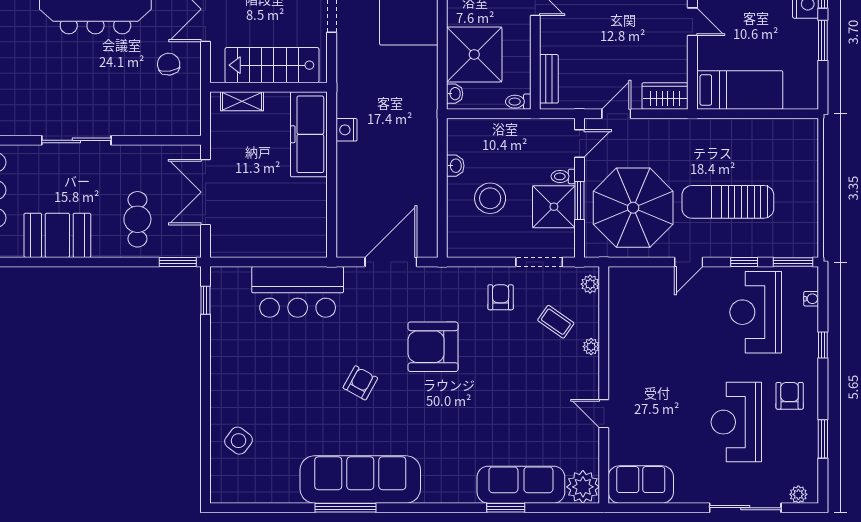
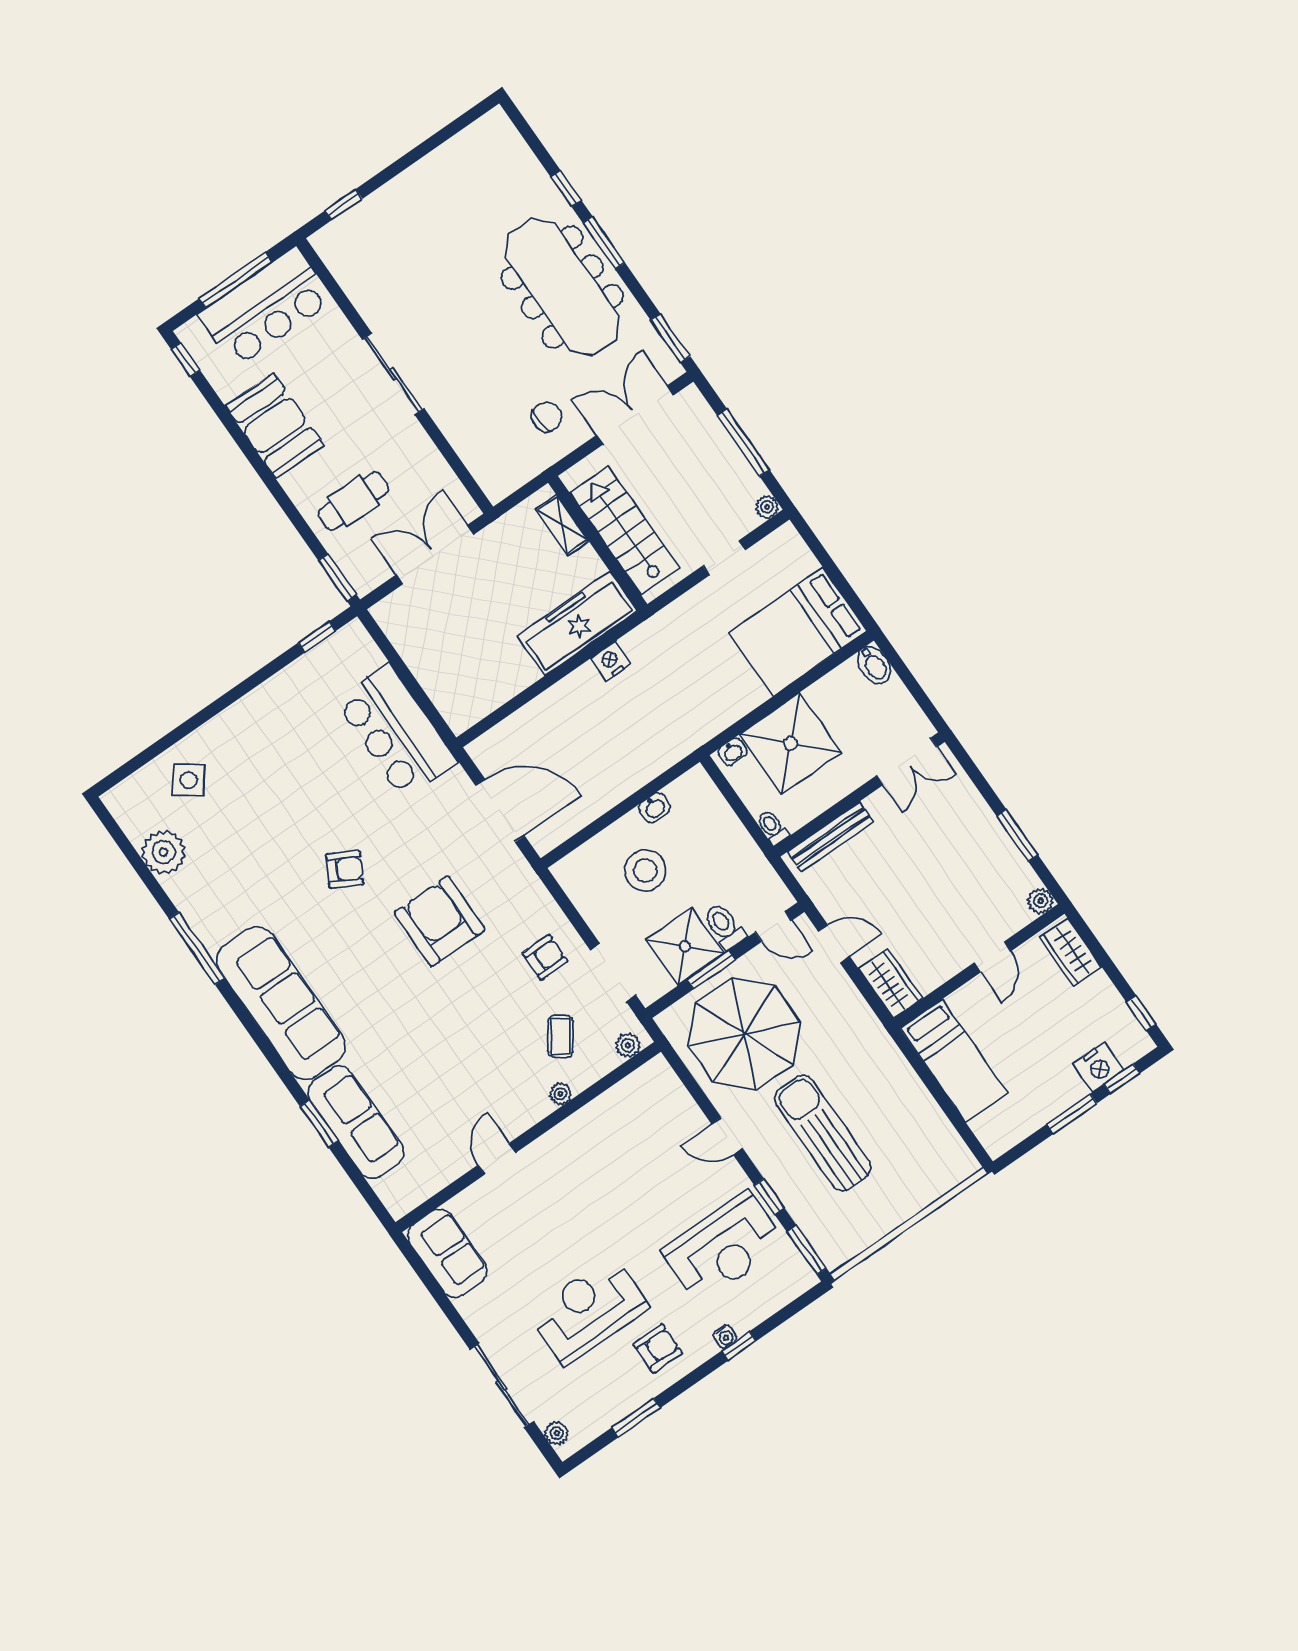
bench: (549, 79) -> (830, 837), width x1.36
toilet: (563, 176) -> (724, 926), width x1.37, depth x1.39
water cooler: (811, 299) -> (725, 1336), moved
reception desk: (756, 312) -> (723, 1248), turned 180
sofa: (360, 479) -> (281, 1003), moved
plant: (583, 487) -> (164, 852), moved

